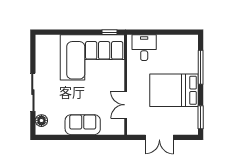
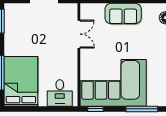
window: (65, 32) -> (142, 109), added
bed: (174, 90) -> (21, 81), moved, turned -90

